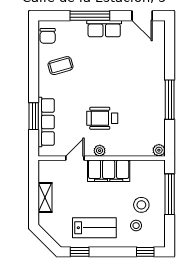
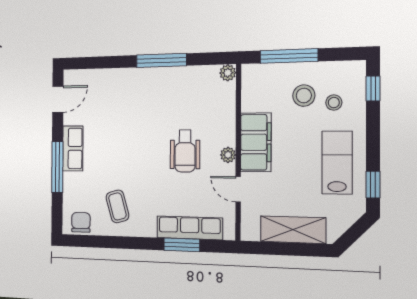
chair: (48, 36) -> (81, 222), turned -90
shelving: (45, 197) -> (293, 230), width x1.50, depth x1.33

